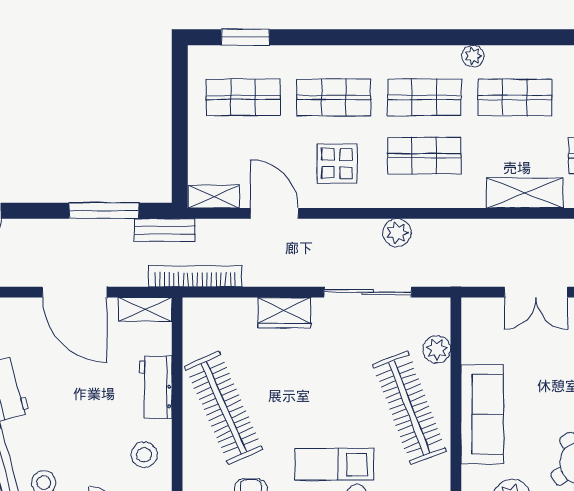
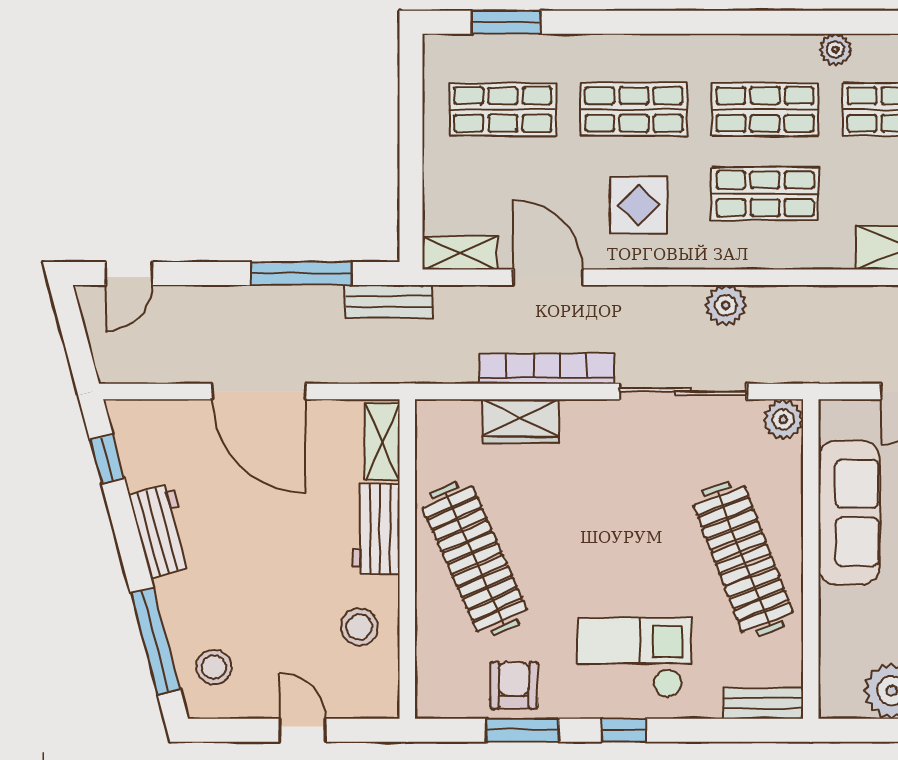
bookcase: (195, 276) -> (547, 369), moved
shelving: (145, 309) -> (382, 442), moved, turned 90
wardrobe: (284, 313) -> (521, 421), moved
plant: (437, 349) -> (783, 419), moved
sofa: (482, 414) -> (849, 513), moved

